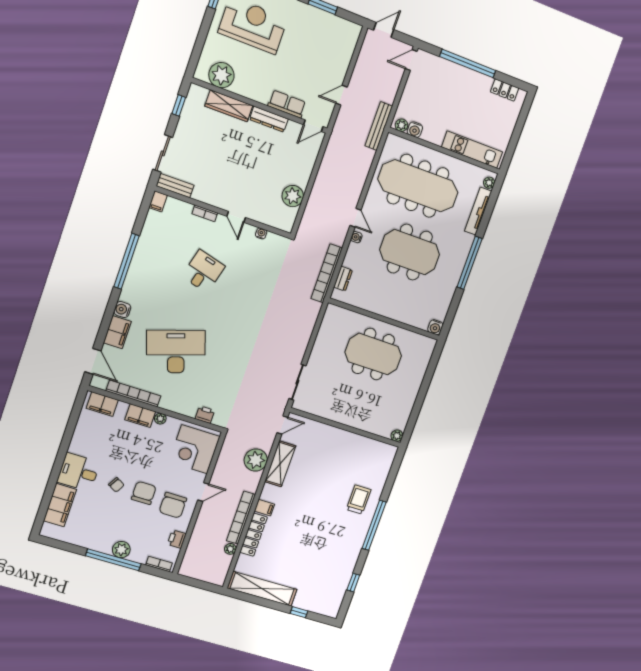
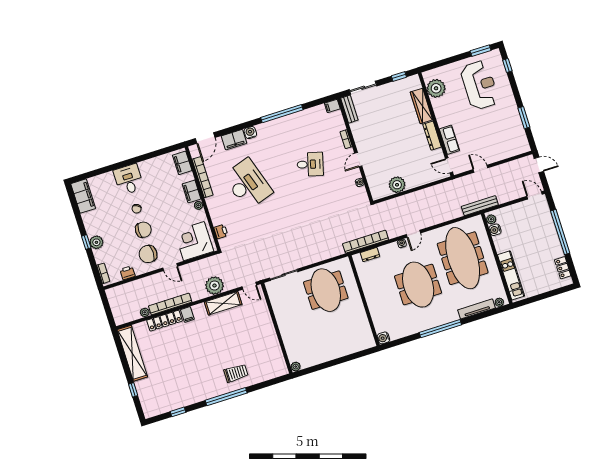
meeting table: (373, 354) -> (326, 290), moved
filing cabinet: (60, 505) -> (83, 196), moved, turned -90
window: (113, 560) -> (86, 242), width x0.32

